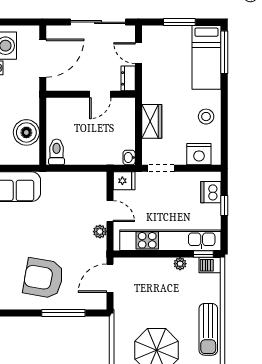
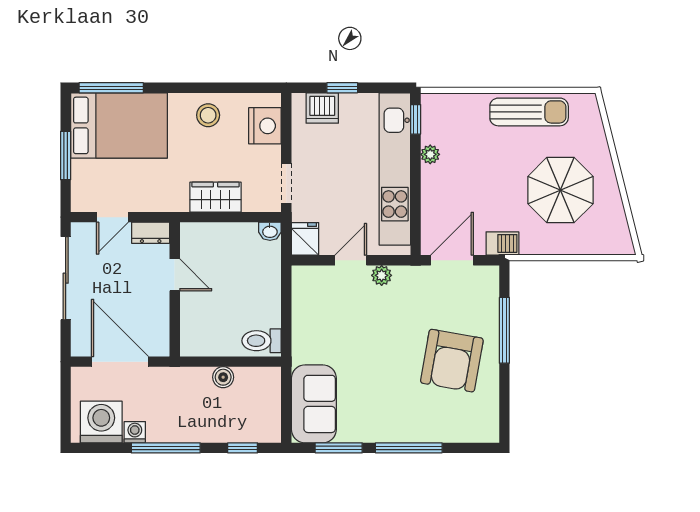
bed: (206, 57) -> (119, 125), width x1.50
boiler: (26, 132) -> (223, 377), width x0.54, depth x0.54
barbecue: (210, 265) -> (502, 243), moved, turned -90
door: (110, 278) -> (452, 260), swing flipped

